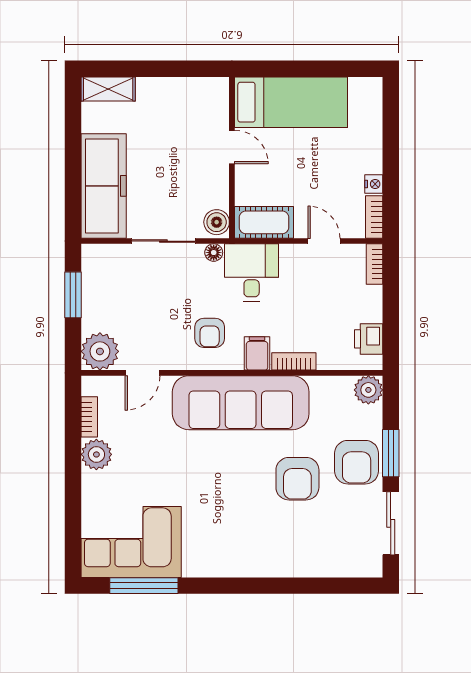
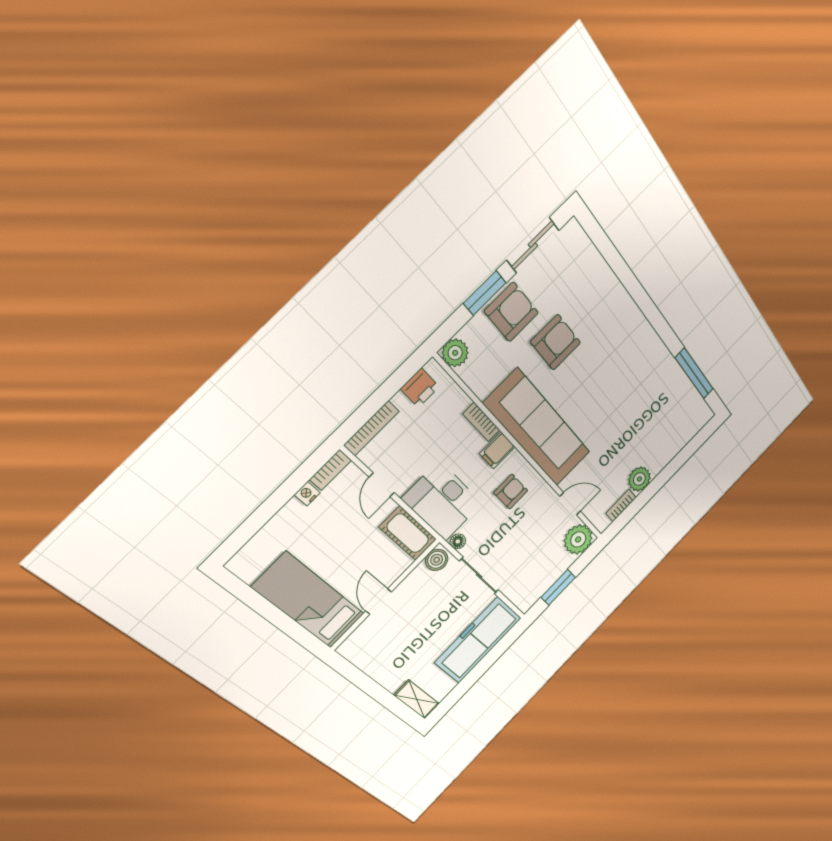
bookcase: (375, 264) -> (372, 428), width x1.56
desk: (252, 273) -> (442, 501), width x1.37
corner sofa: (131, 542) -> (675, 407), removed

